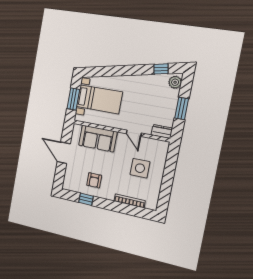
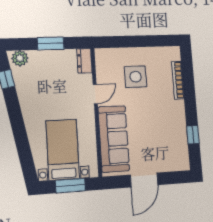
sofa: (98, 139) -> (114, 139), width x1.36
armchair: (94, 180) -> (167, 130), removed

